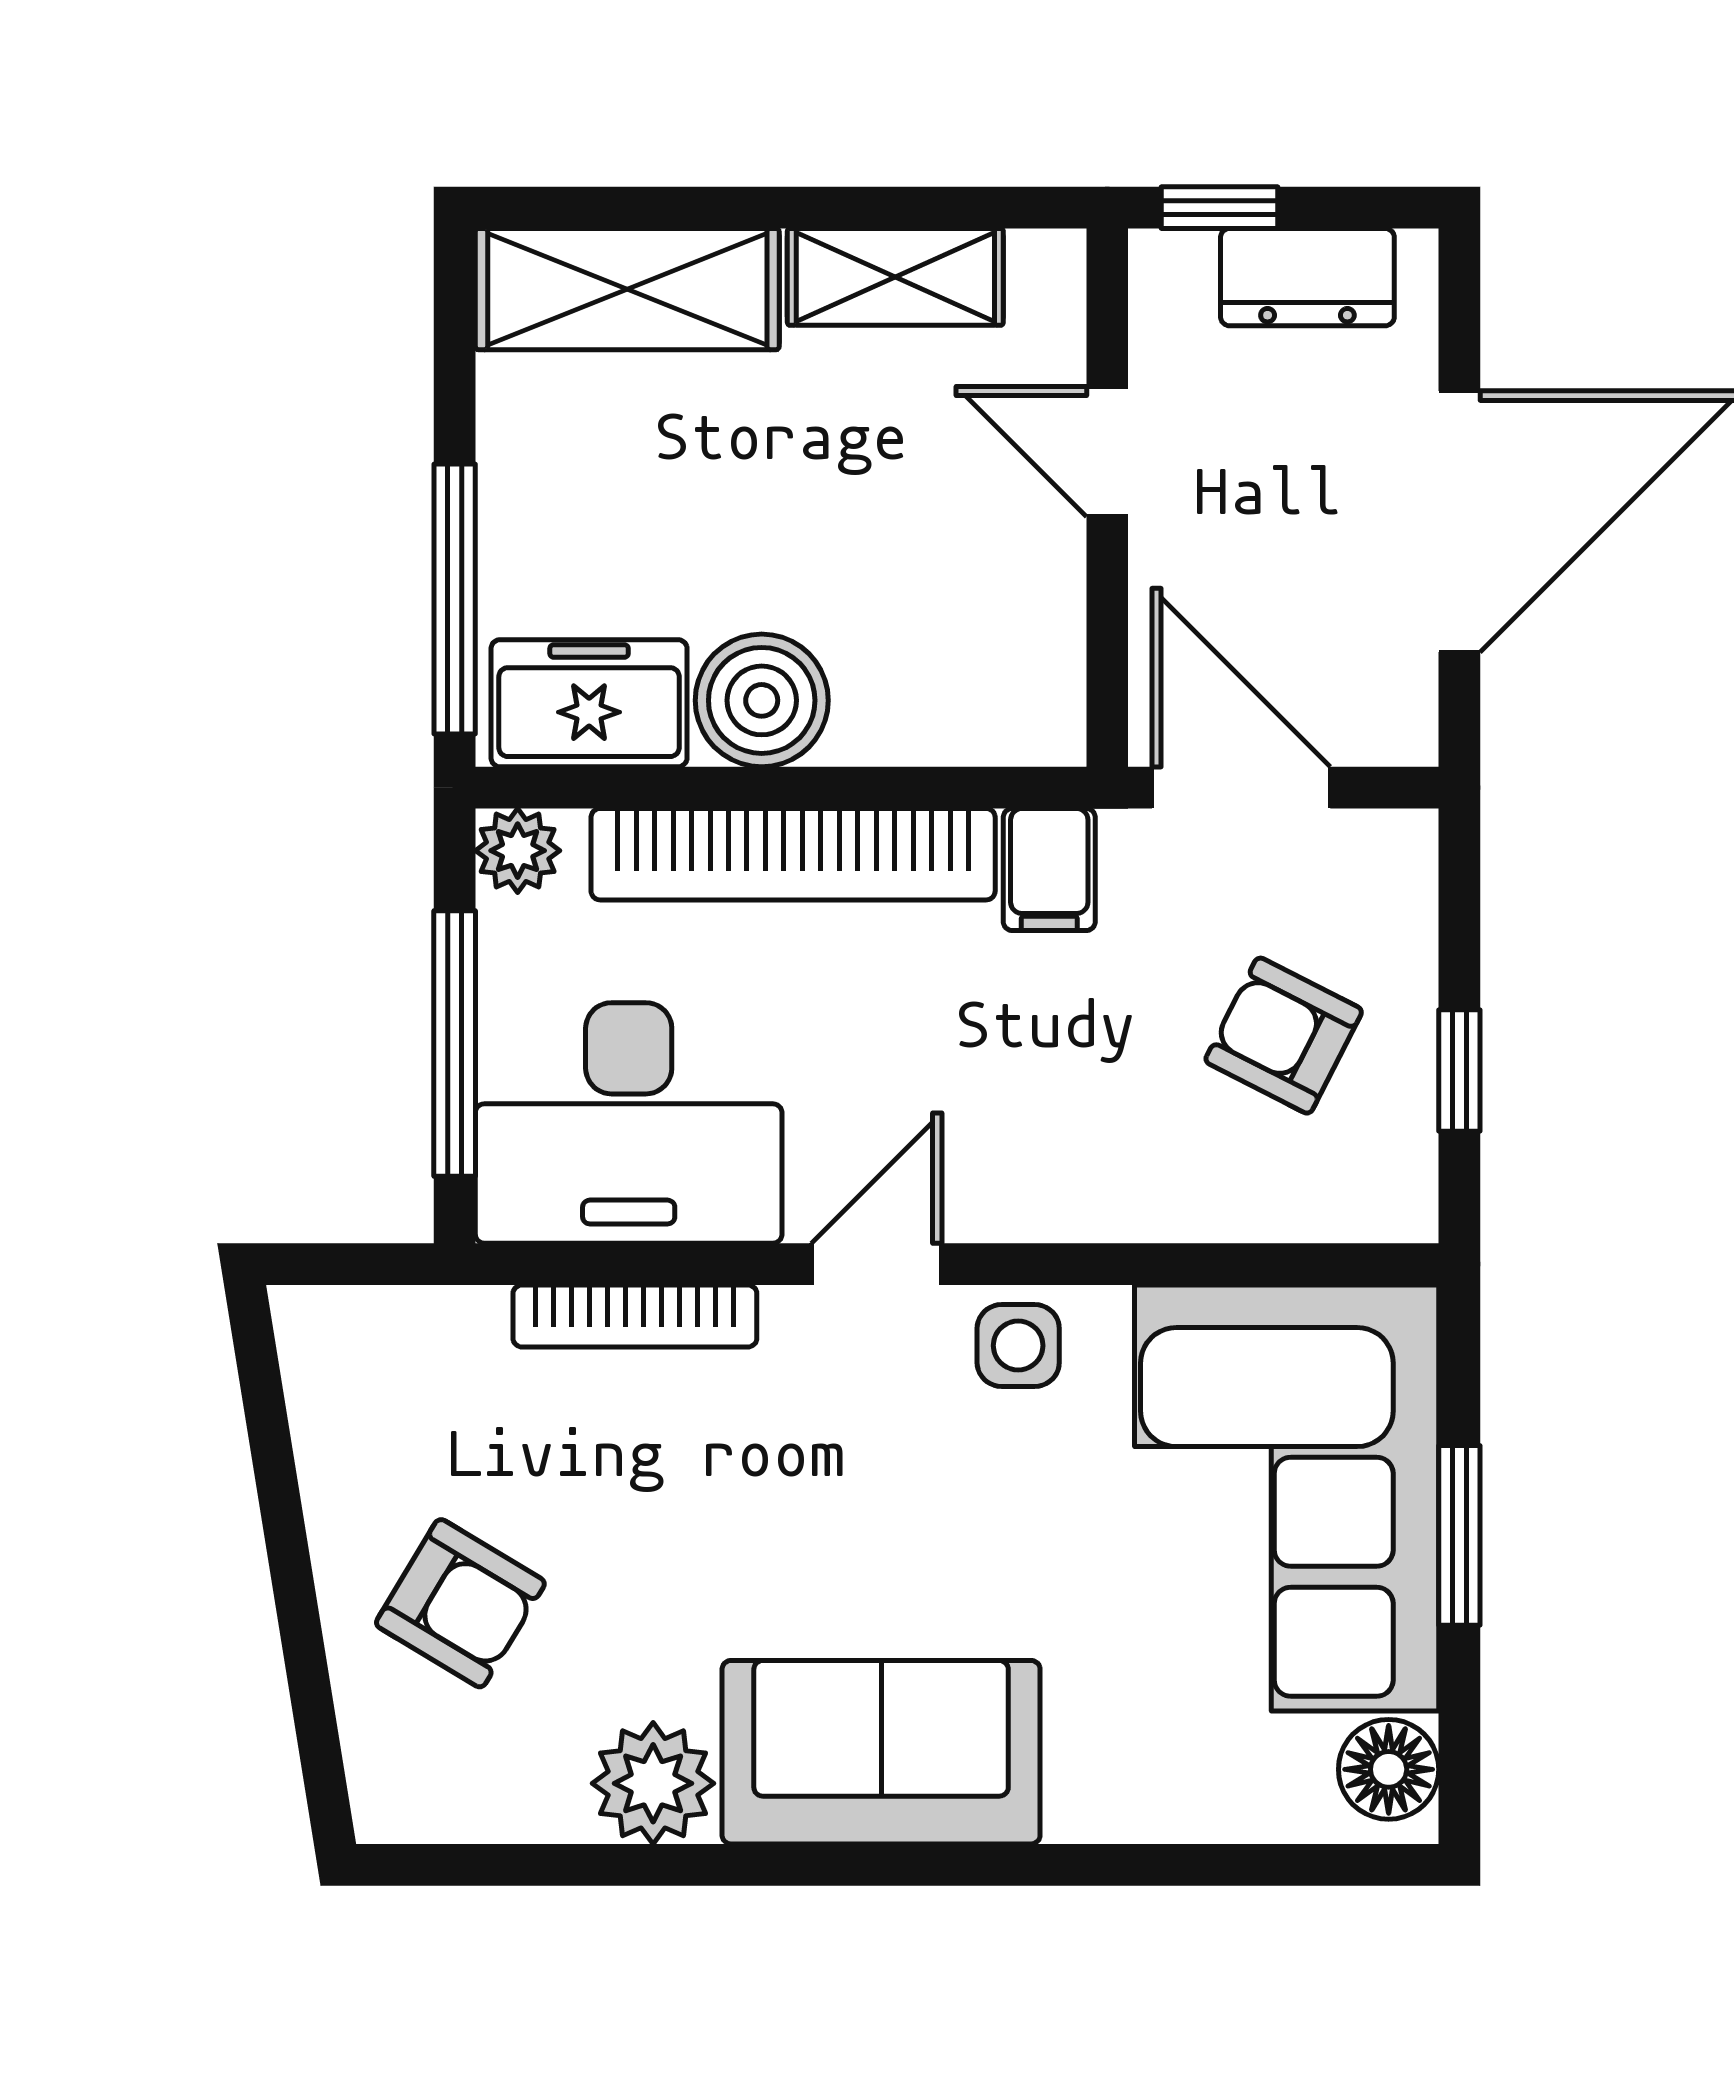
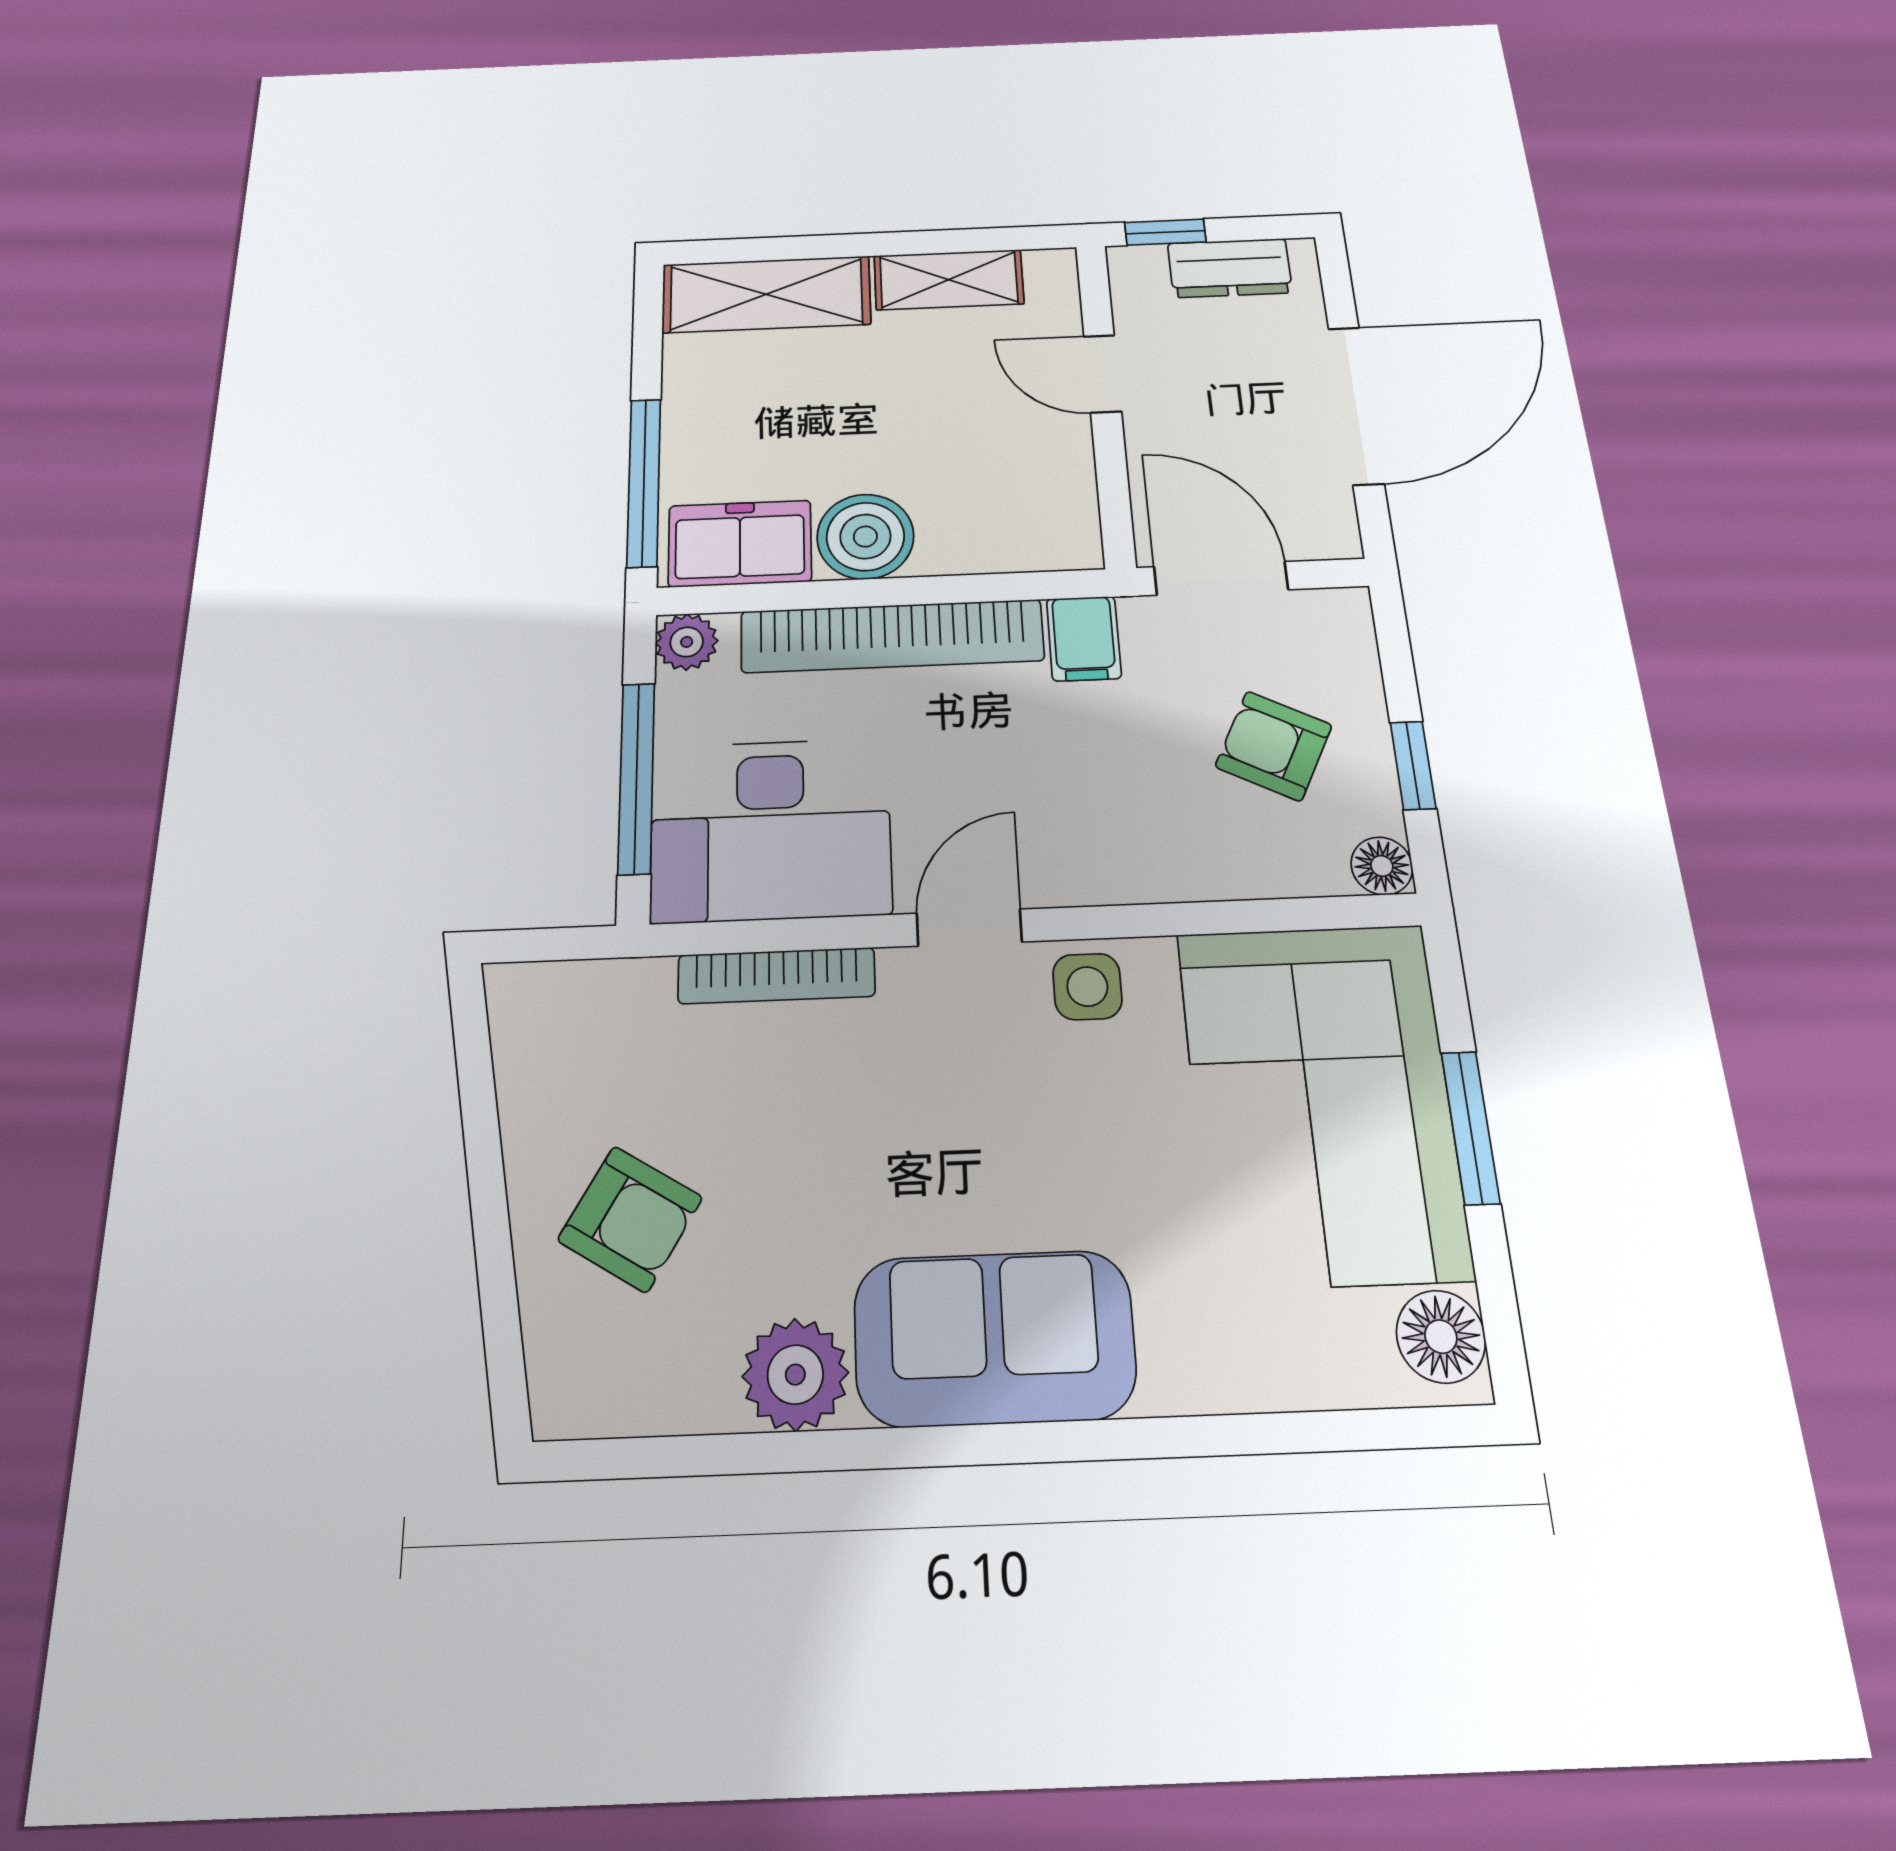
floor lamp: (1400, 1205) -> (1382, 866), added

